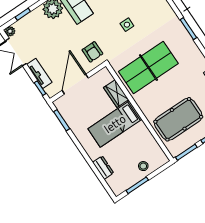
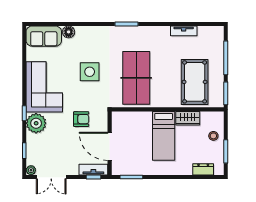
side table: (127, 25) -> (90, 72), width x1.87, depth x1.87
armchair: (92, 52) -> (81, 119), moved
tv unit: (39, 73) -> (93, 170), moved
wardrobe: (116, 94) -> (188, 118), moved
dresser: (103, 168) -> (203, 169), moved

